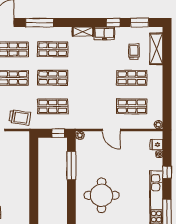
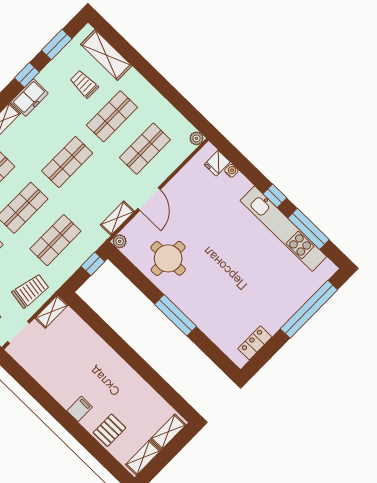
shop shelf: (92, 78) -> (67, 162), added
shelving: (89, 124) -> (117, 218), added
door: (111, 130) -> (149, 199), hinge flipped
shelving: (19, 136) -> (51, 312), added
window: (71, 166) -> (175, 315), moved
window: (167, 172) -> (275, 196), moved
round table: (102, 195) -> (168, 258), moved, width x0.73, depth x0.73

